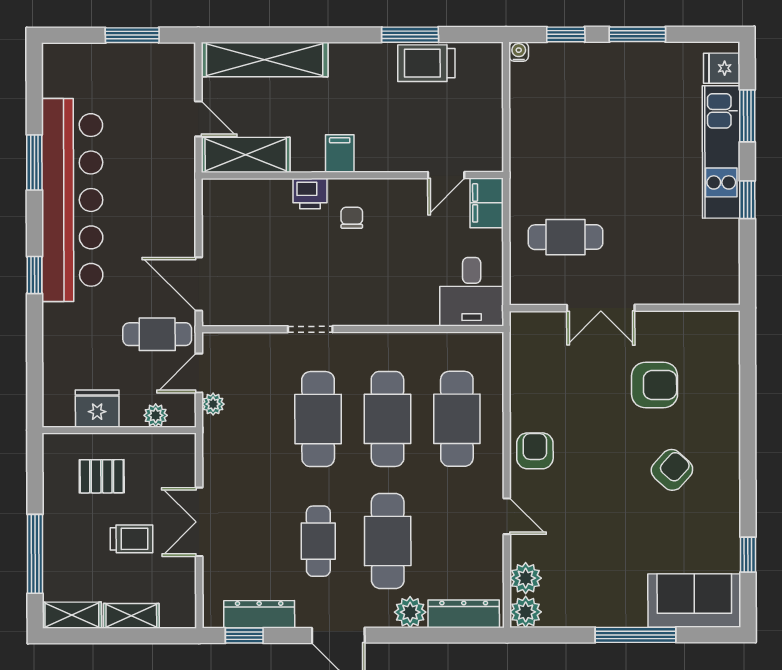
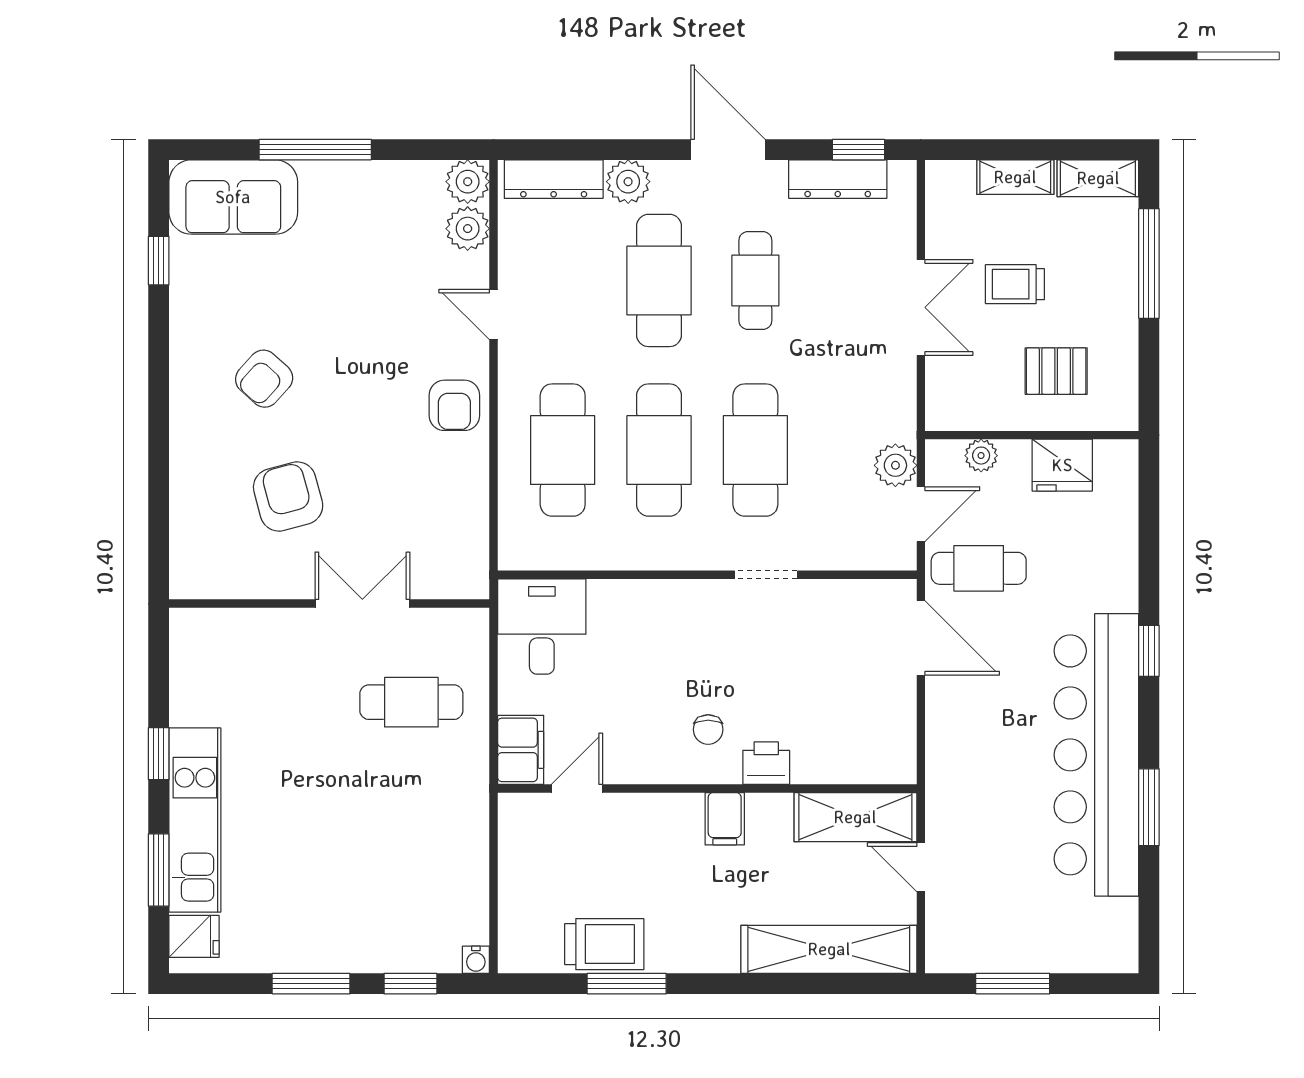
armchair: (655, 385) -> (288, 497), turned 75
plant: (213, 404) -> (895, 465), width x1.38, depth x1.38

